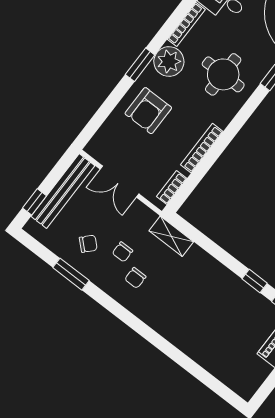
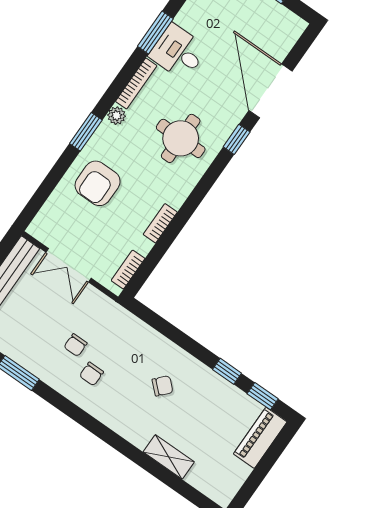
plant: (169, 62) -> (116, 116), width x0.53, depth x0.53
bookcase: (202, 148) -> (160, 223), width x0.64
shelving: (171, 236) -> (169, 457), moved
chair: (88, 244) -> (162, 386), moved

